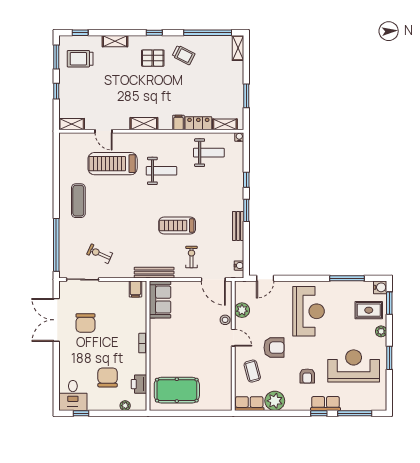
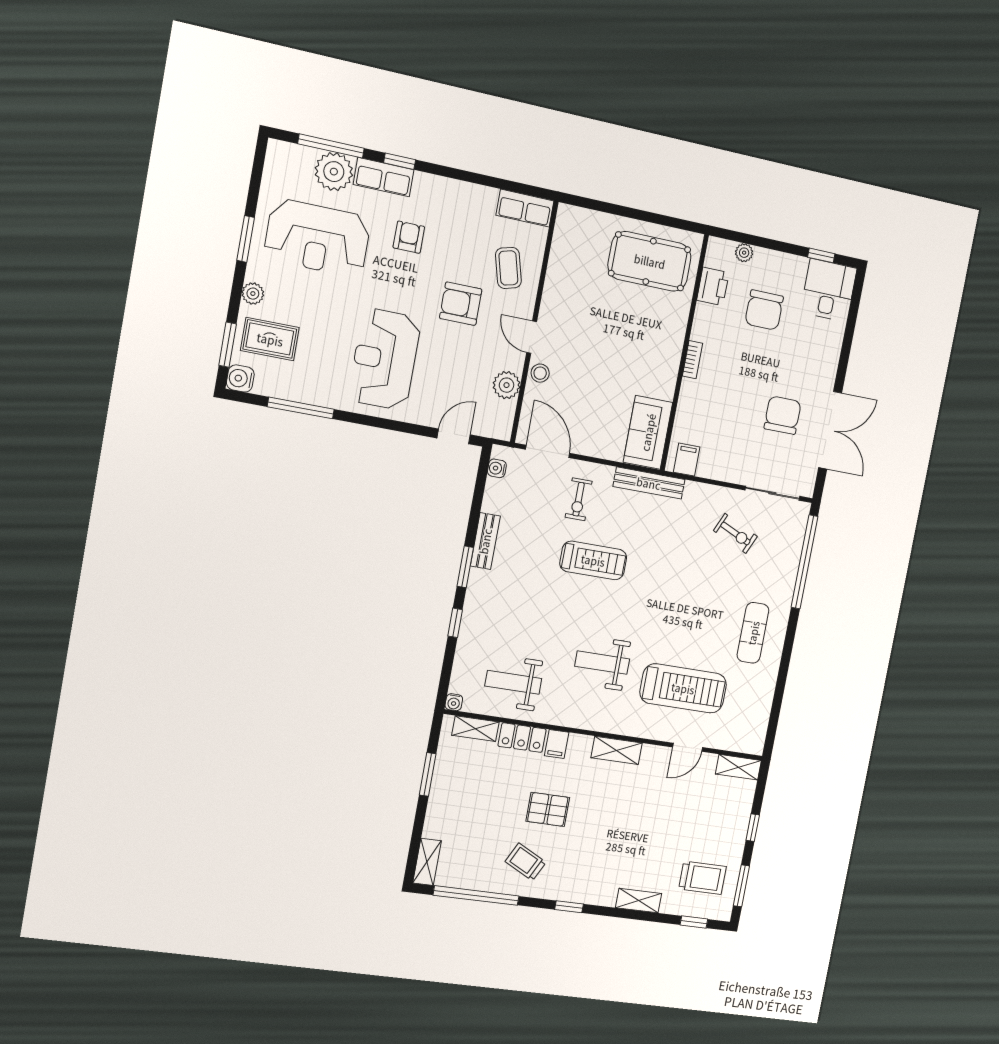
pallet: (153, 58) -> (548, 809), moved
door: (104, 131) -> (688, 747), swing flipped
plant: (275, 401) -> (334, 172), moved

